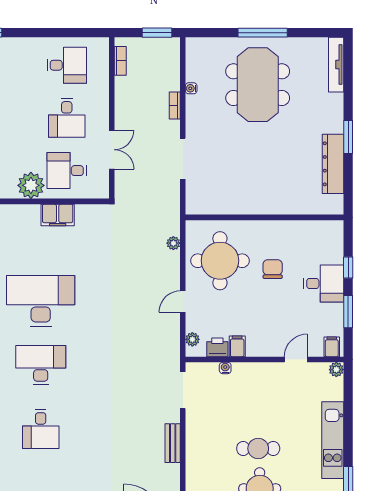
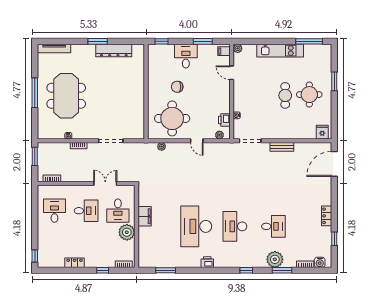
meeting table: (258, 85) -> (66, 96), turned 90
window: (348, 267) -> (161, 41), moved
filing cabinet: (237, 346) -> (224, 108), removed

